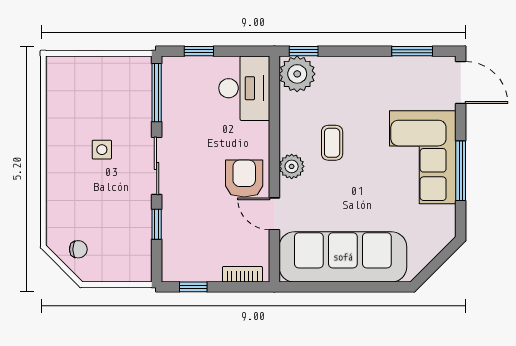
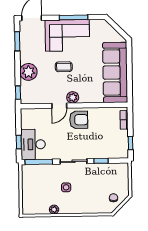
plant: (297, 74) -> (28, 72), moved
desk: (244, 88) -> (33, 144), moved, turned -90
plant: (55, 123) -> (54, 210), added
coffee table: (332, 143) -> (64, 67), moved
armchair: (244, 178) -> (79, 120), turned 180
door: (274, 214) -> (59, 106), moved

